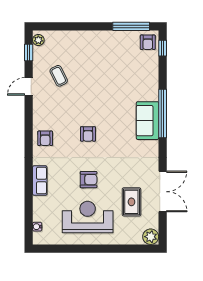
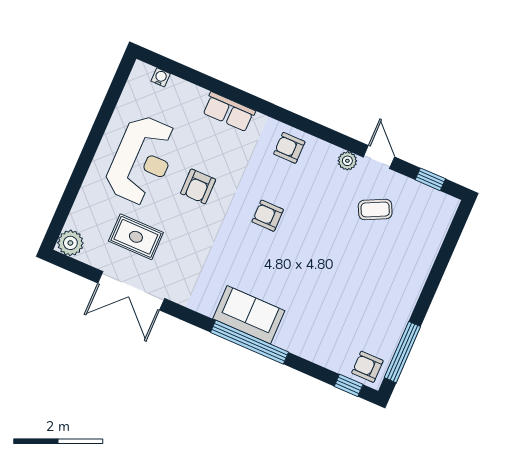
plant: (38, 40) -> (347, 161), moved

